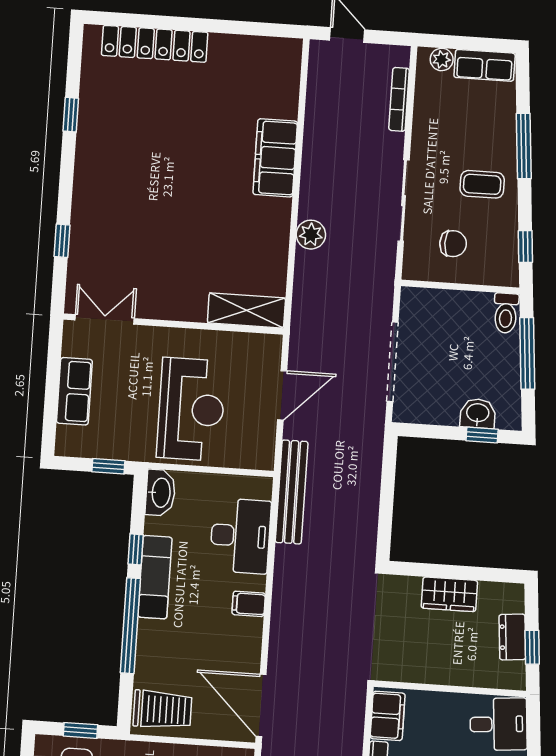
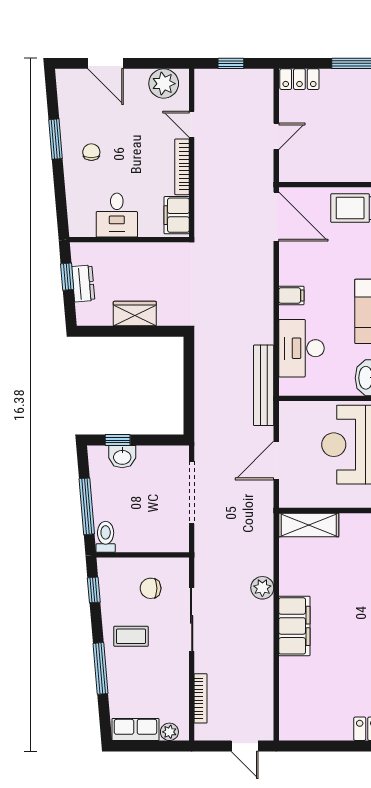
filing cabinet: (275, 158) -> (294, 626), moved
desk: (498, 724) -> (117, 215), moved, turned -85

